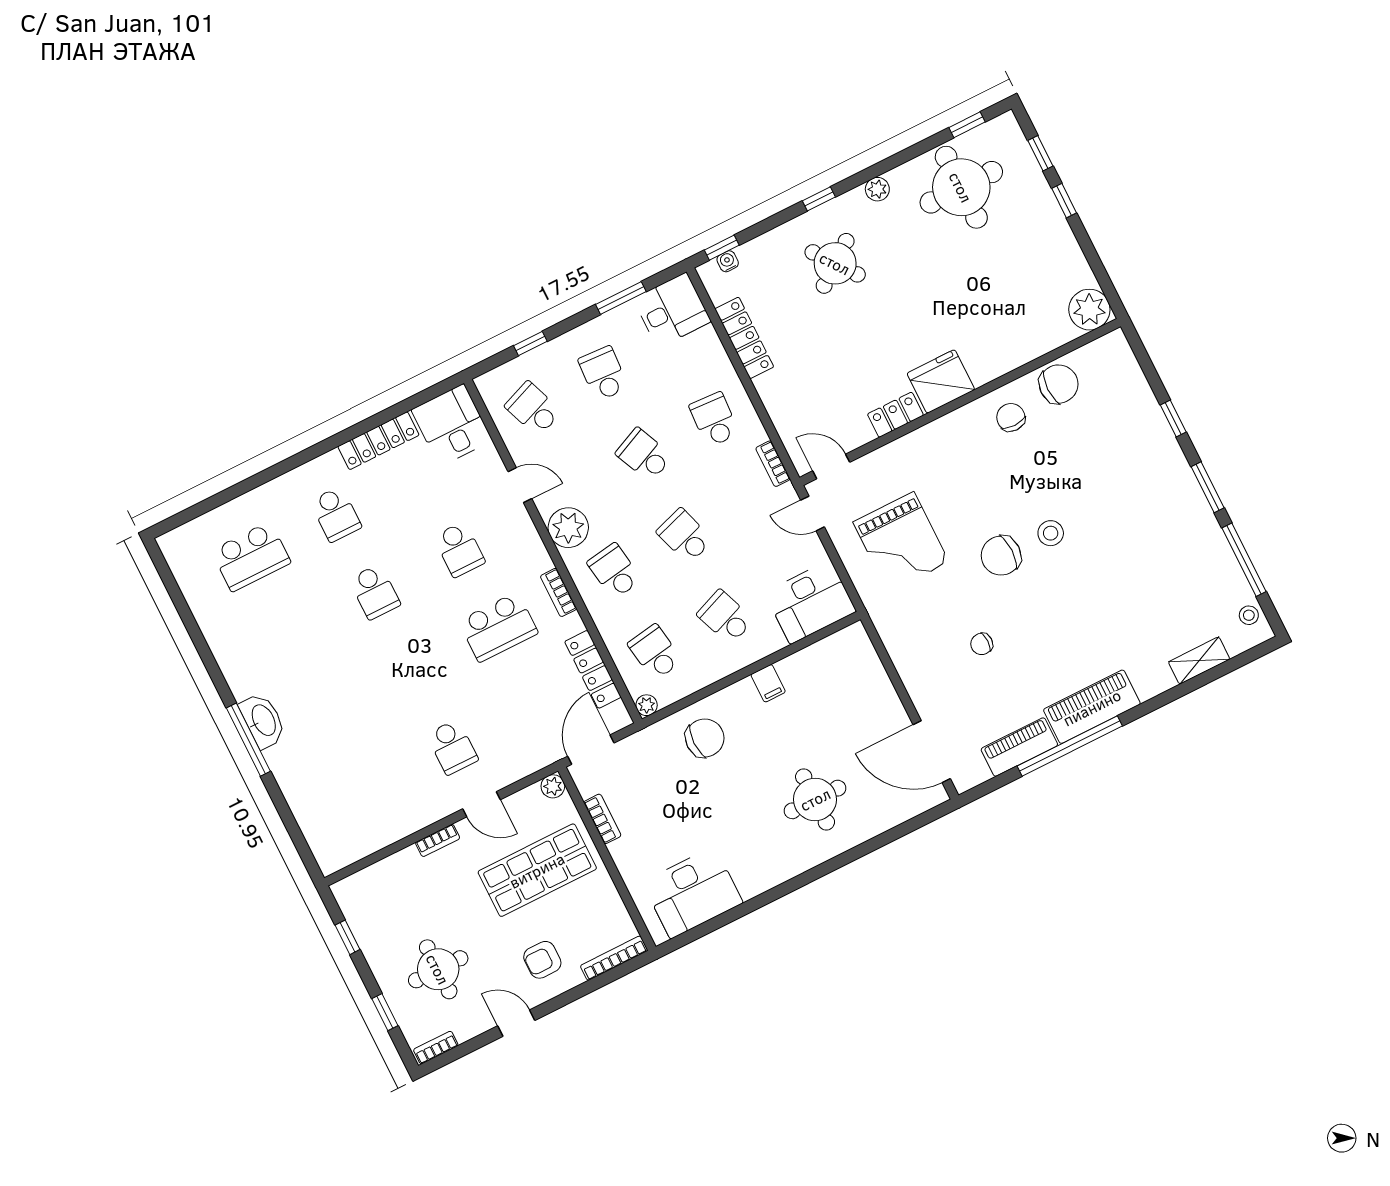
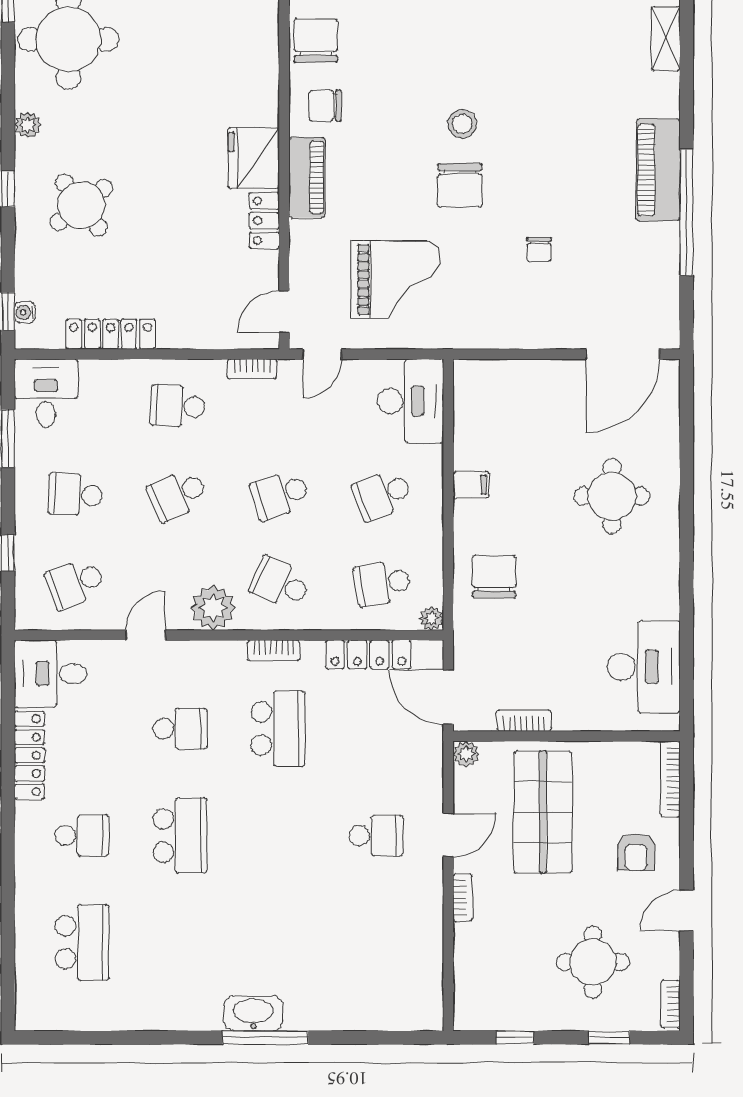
school desk: (614, 571) -> (280, 583), turned 33
school desk: (375, 592) -> (180, 835), width x1.85
piano: (1019, 747) -> (307, 177), moved, turned 180

